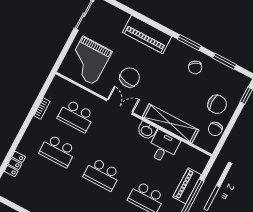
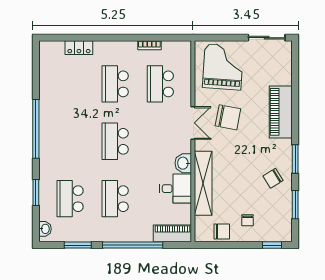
grand piano: (89, 61) -> (223, 67), turned 94
chair: (217, 104) -> (248, 220), width x0.54, depth x0.54
chair: (215, 129) -> (222, 232), turned 180
piano: (187, 186) -> (172, 233), moved

